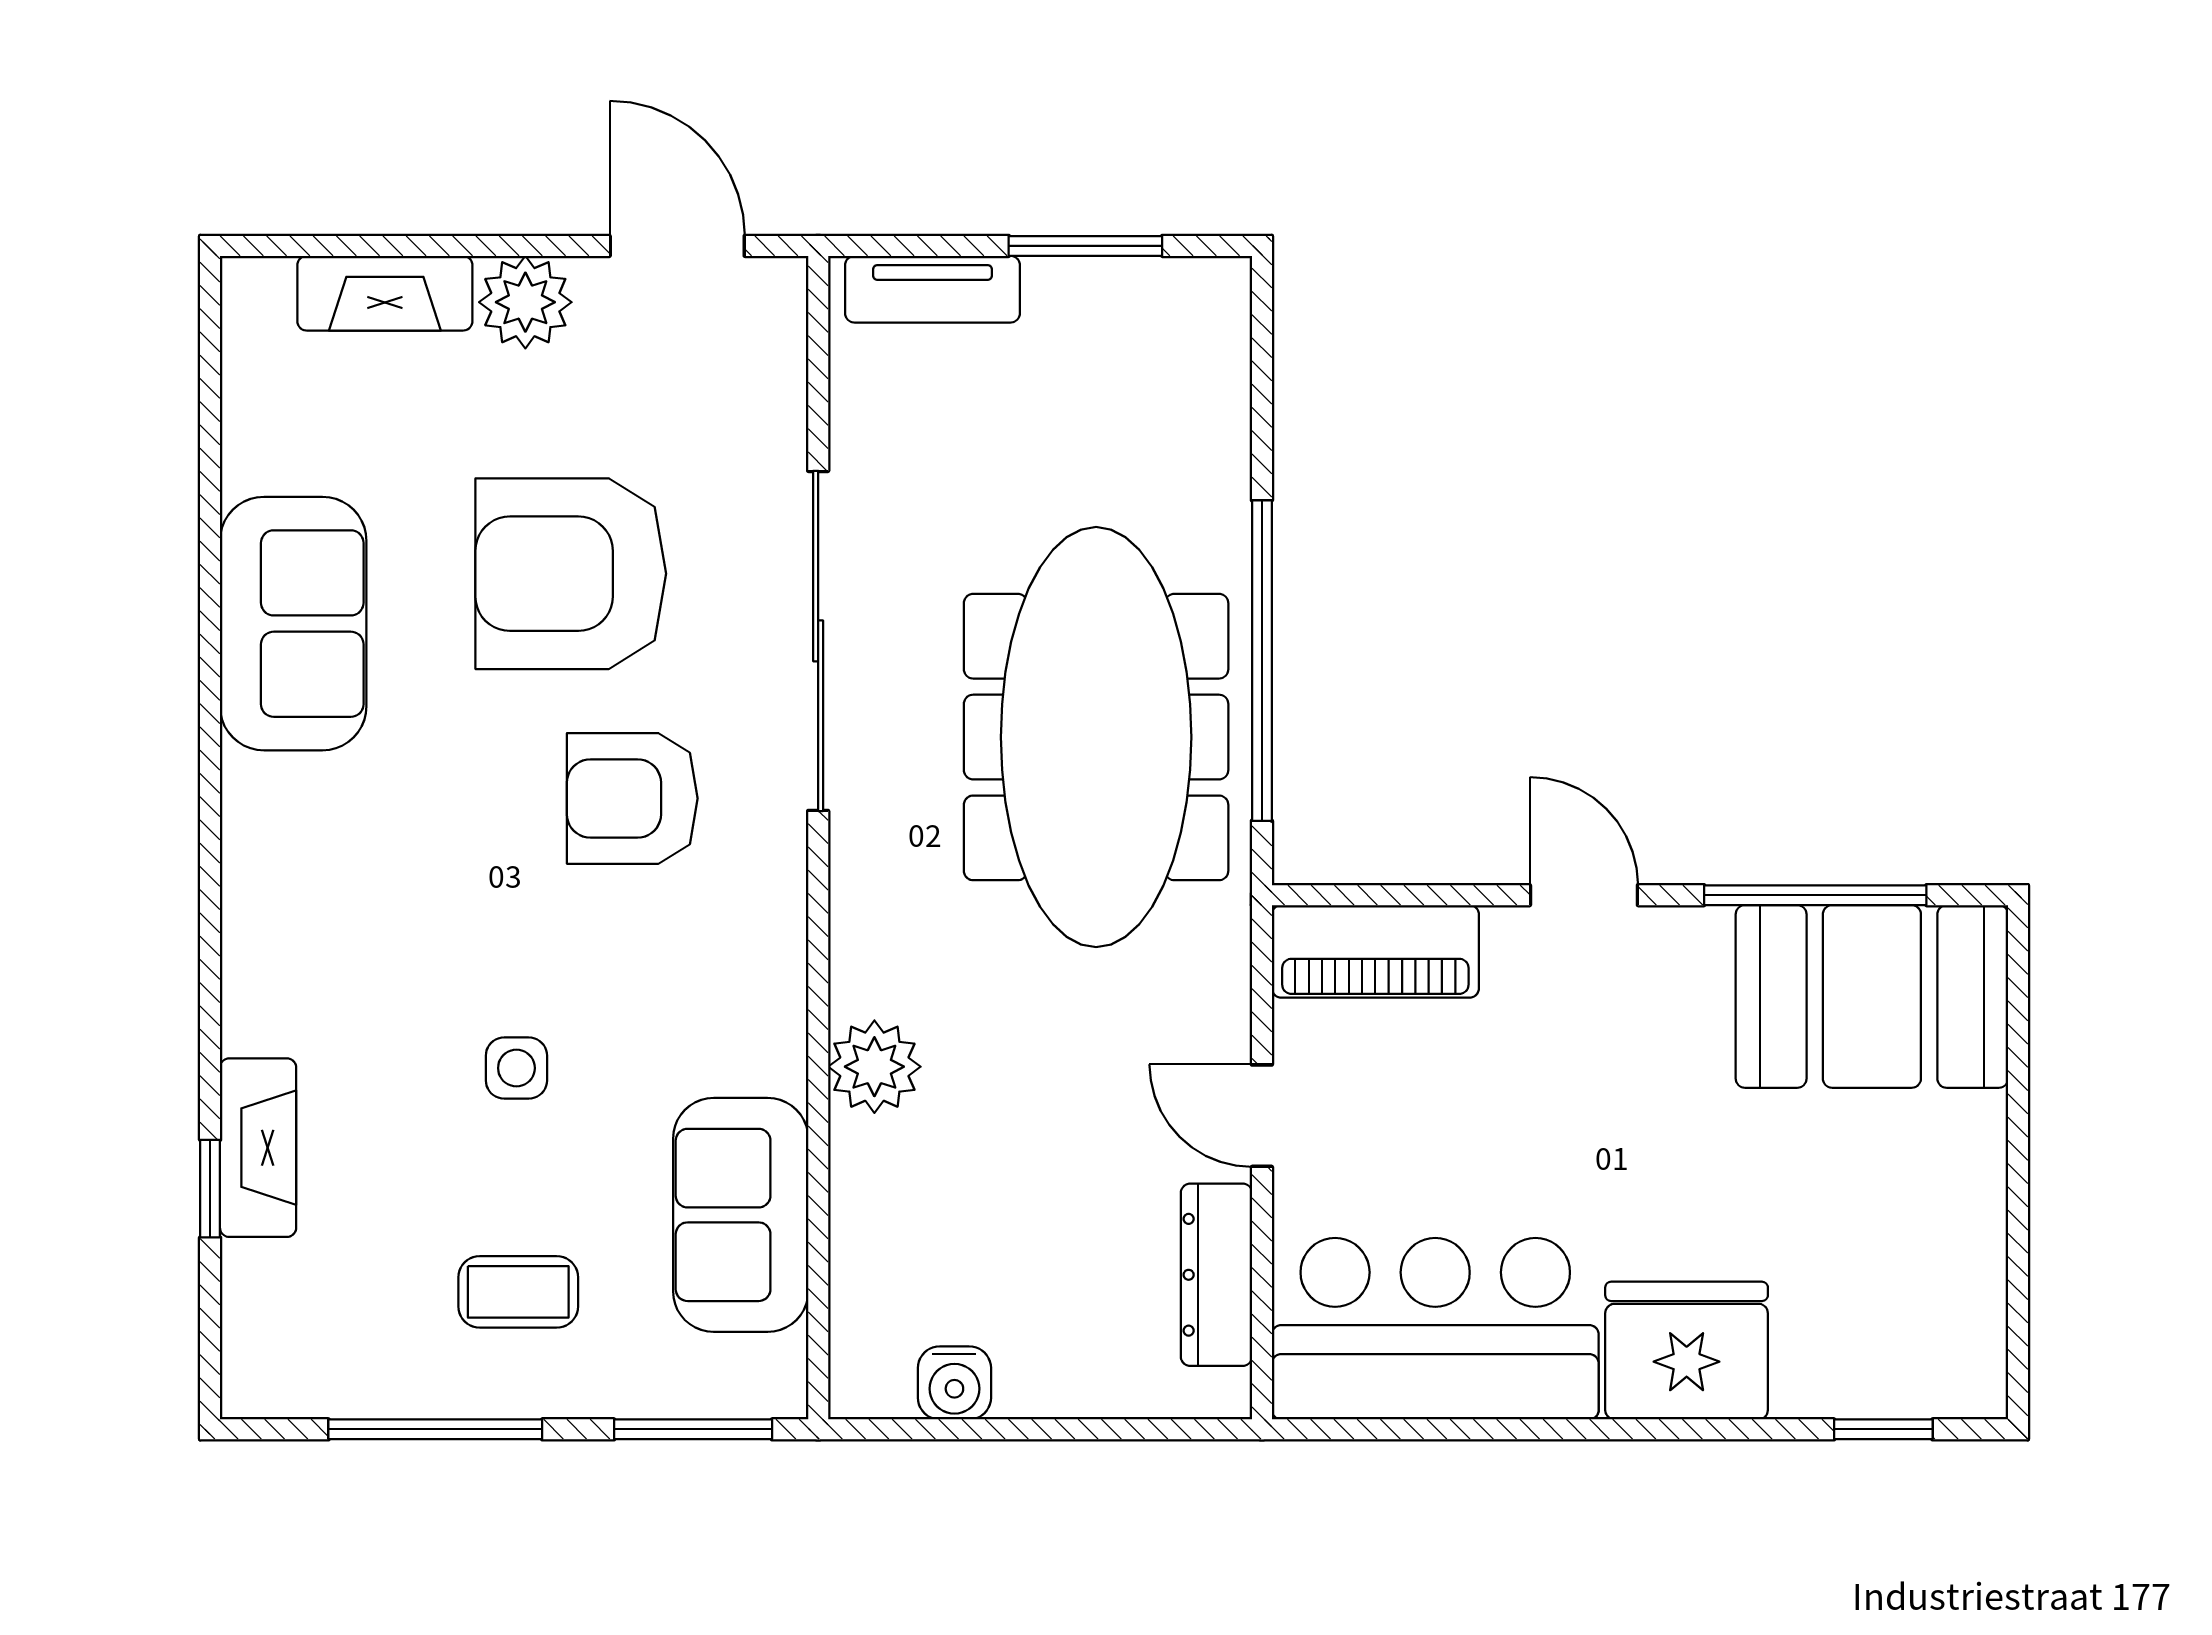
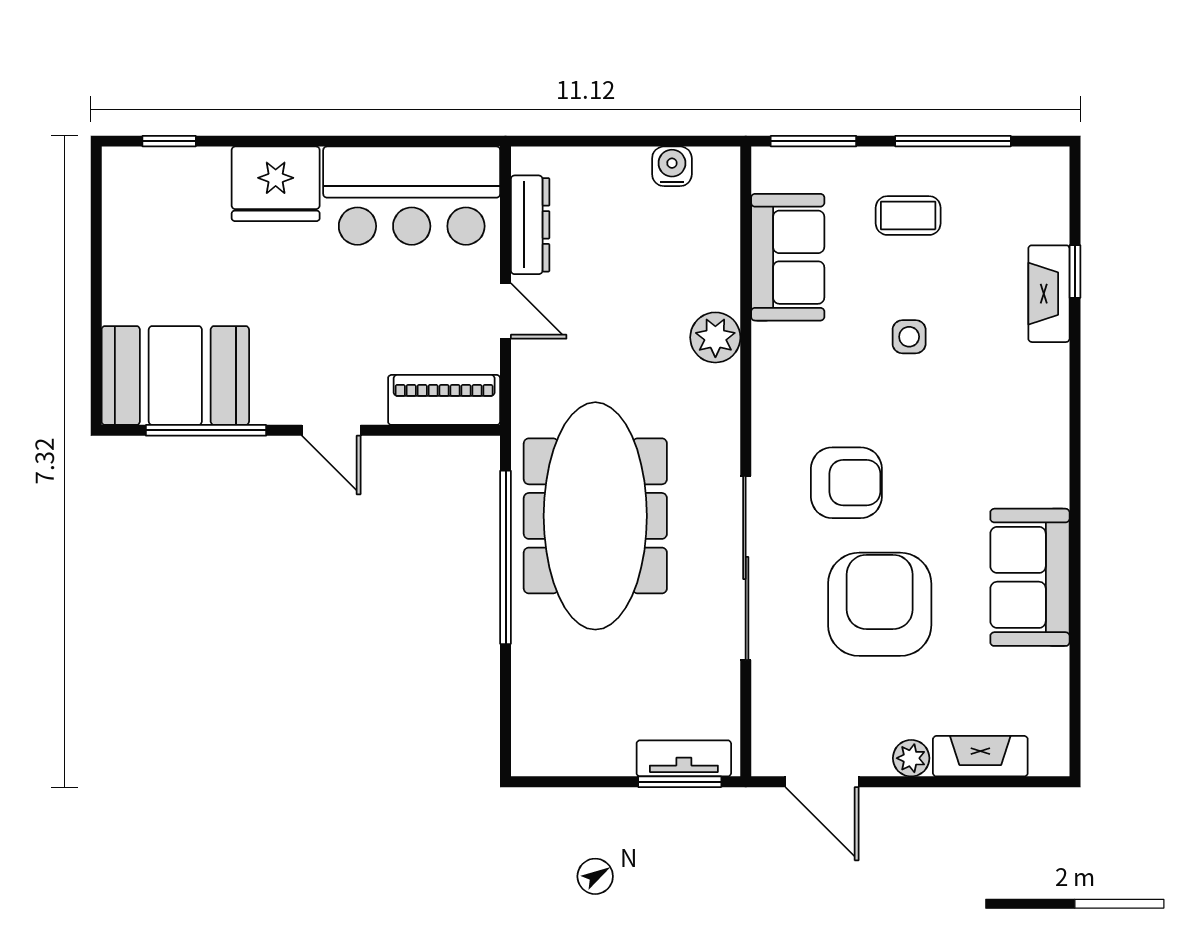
window: (1085, 246) -> (680, 782), moved
plant: (525, 302) -> (911, 758), width x0.73, depth x0.73
armchair: (571, 574) -> (880, 604), turned -90

